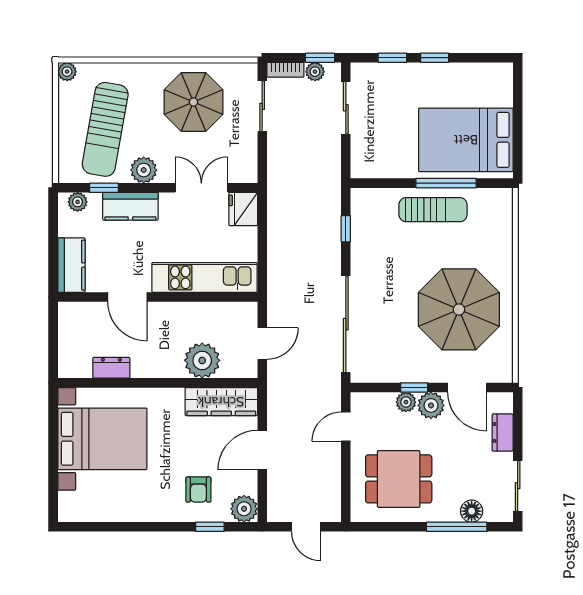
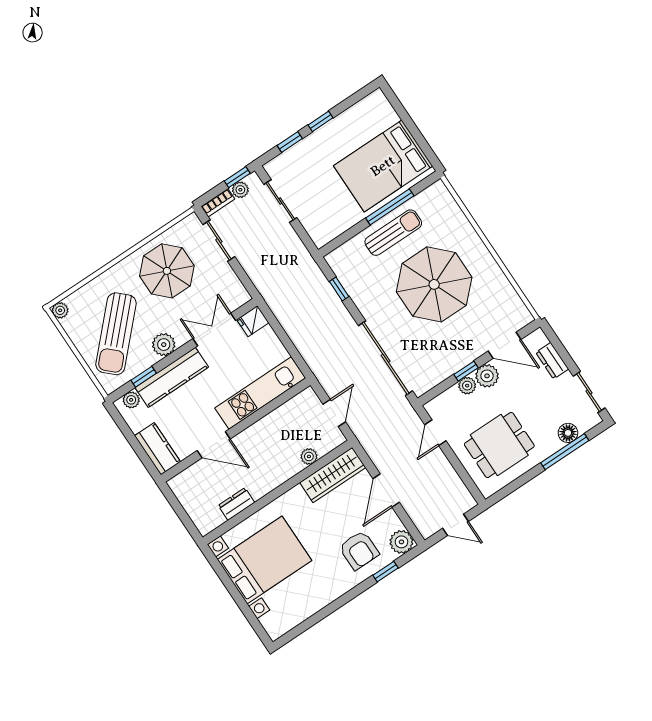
sun lounger: (105, 129) -> (116, 334), turned 34
kitchen counter: (130, 206) -> (172, 377), width x1.50
fridge: (243, 209) -> (253, 321), width x0.72
parasol: (459, 309) -> (434, 284), moved
plant: (202, 360) -> (309, 457), width x0.53, depth x0.53
armchair: (198, 490) -> (359, 550), width x1.38, depth x1.38

